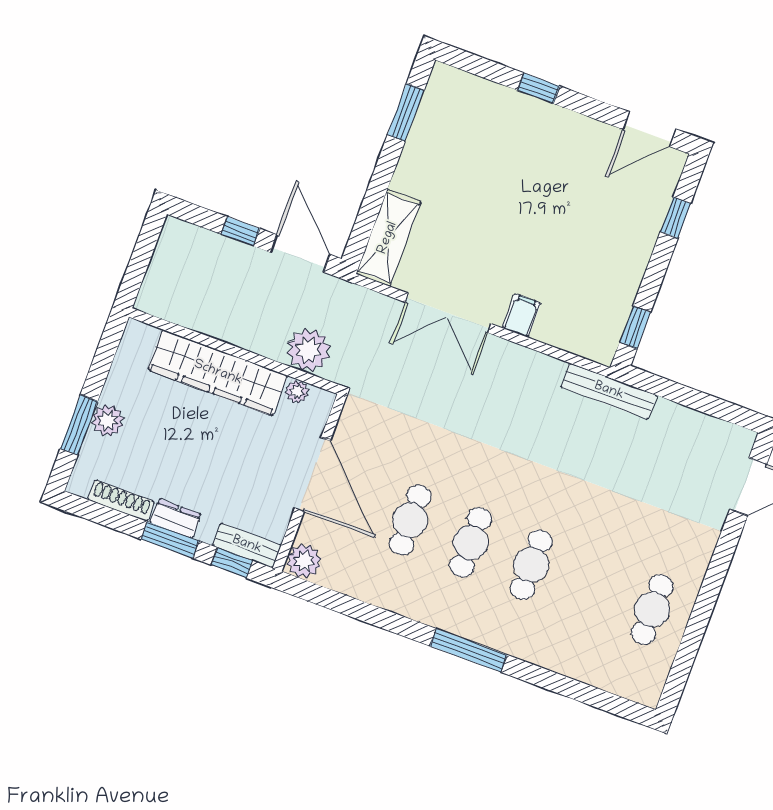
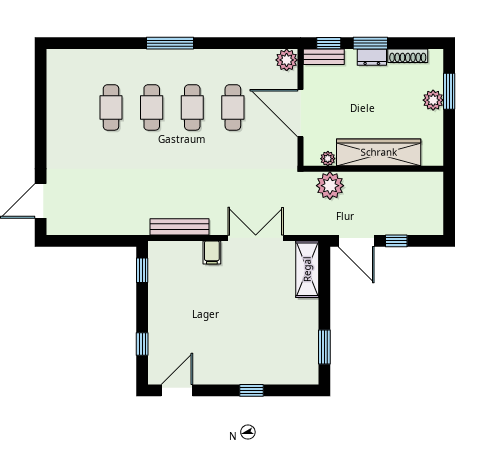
bench: (609, 391) -> (180, 227), moved
cafe table: (652, 609) -> (111, 107), moved

